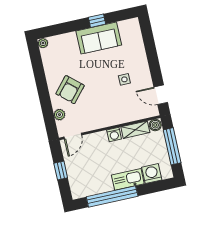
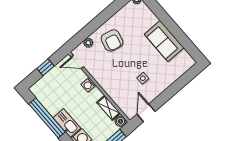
window: (97, 21) -> (177, 32), removed
armchair: (70, 90) -> (112, 40), turned -117
washing machine: (114, 134) -> (88, 85), moved

